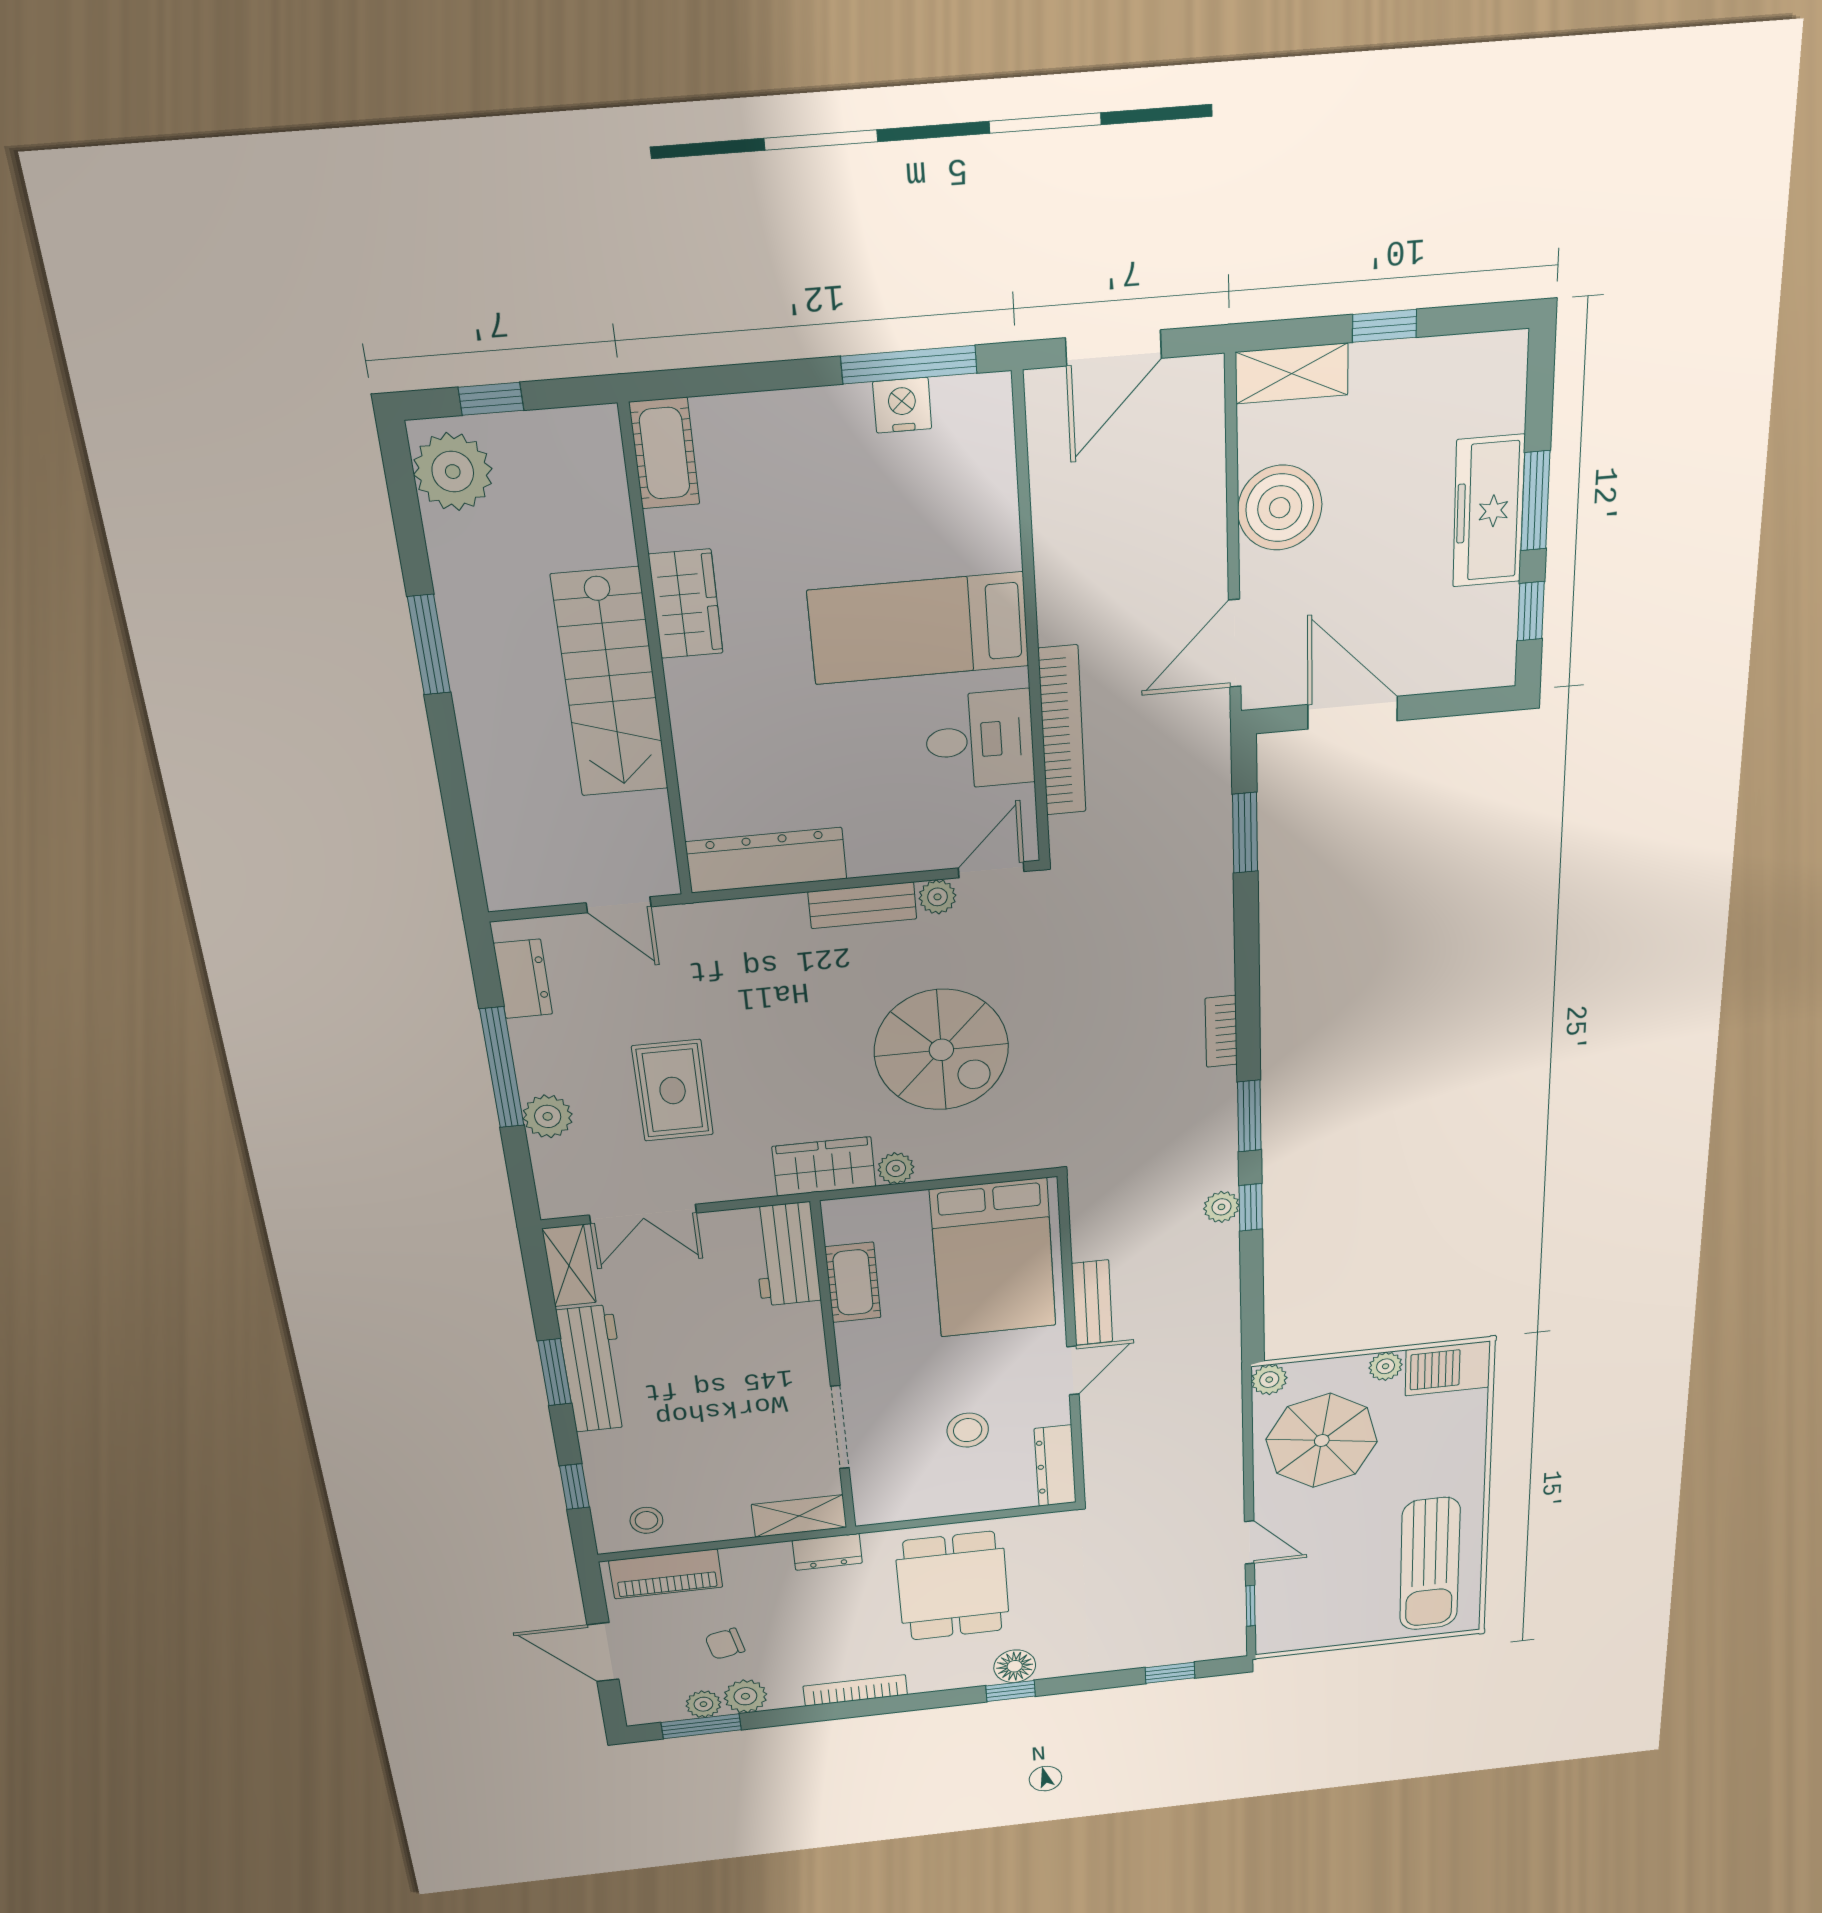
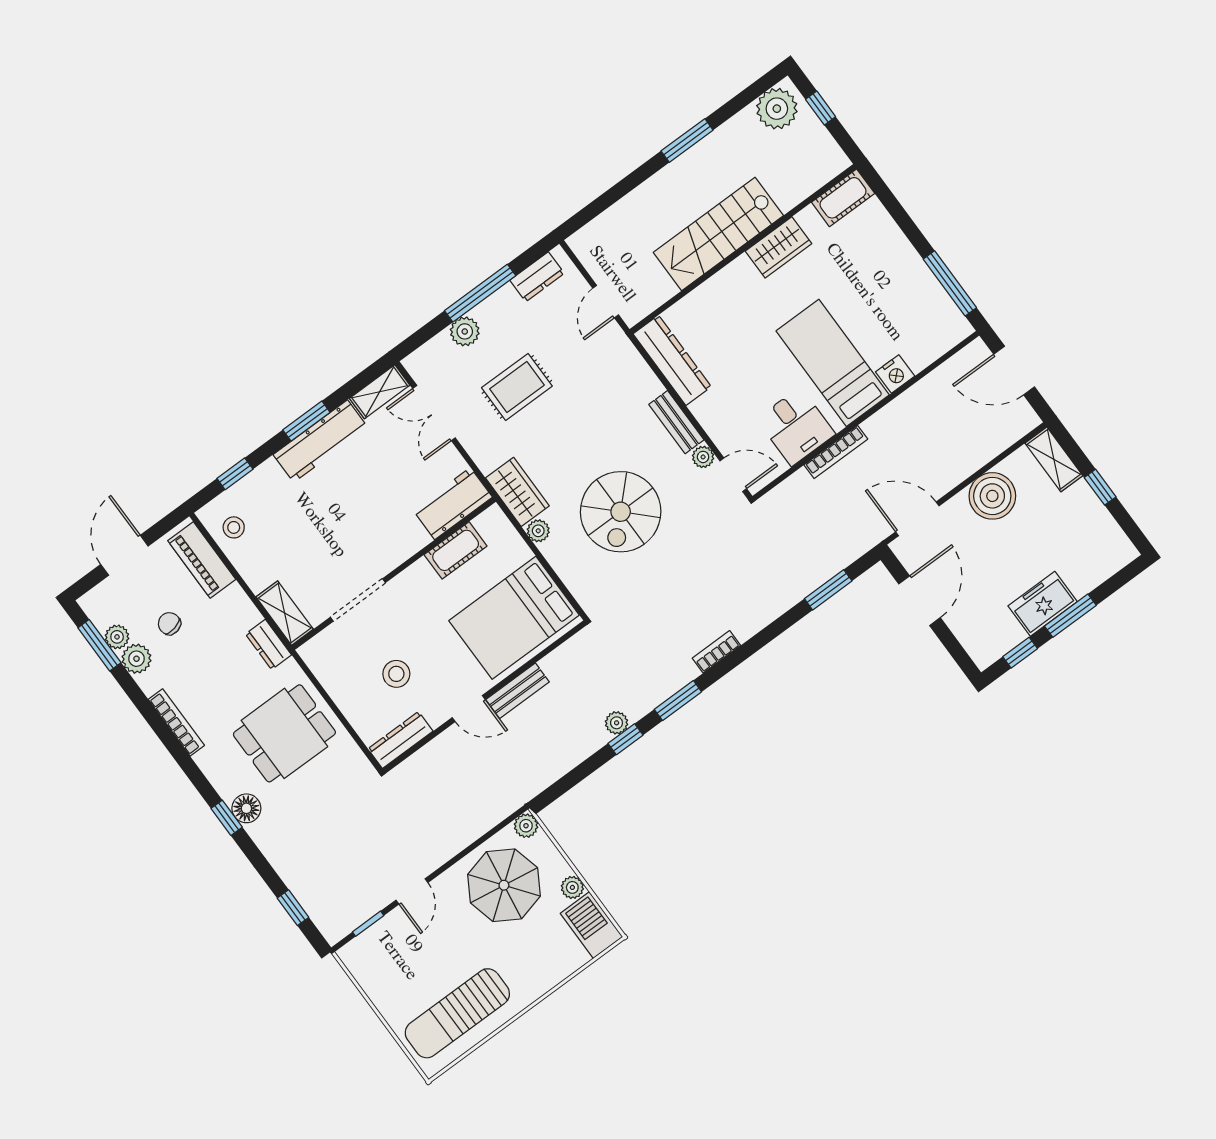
nightstand: (902, 405) -> (895, 374), moved, turned 90
freezer: (1489, 511) -> (1043, 604), width x0.71
bookcase: (1062, 731) -> (836, 452), width x0.68, depth x0.76

